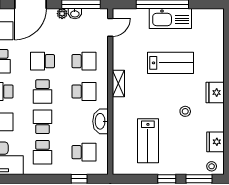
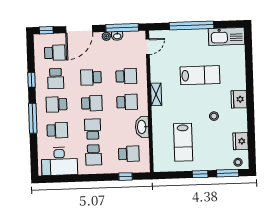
kitchen sink: (170, 18) -> (227, 36), moved
school desk: (42, 91) -> (92, 103), turned -90

